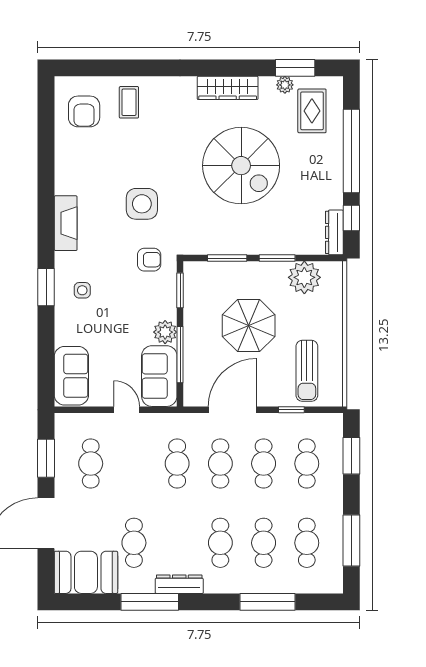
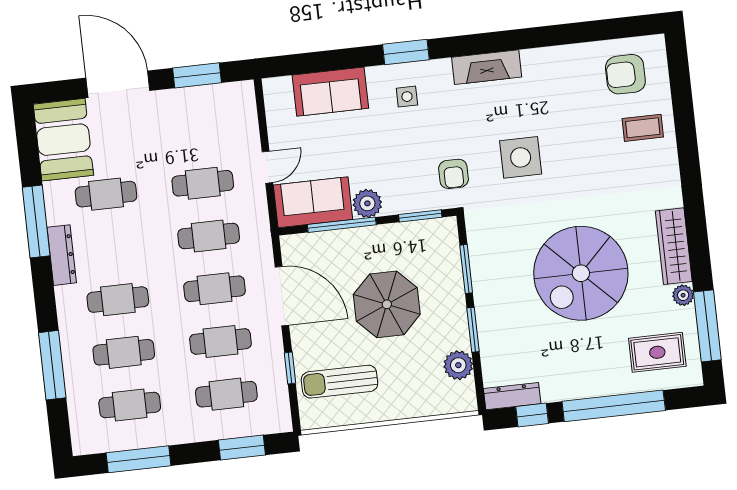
window: (295, 68) -> (707, 326), width x1.44
plant: (285, 85) -> (683, 295), moved
plant: (304, 277) -> (458, 365), width x0.73, depth x0.73
sofa: (71, 376) -> (330, 92), moved
cafe table: (91, 464) -> (203, 183), moved

